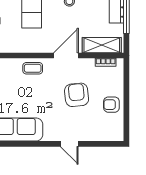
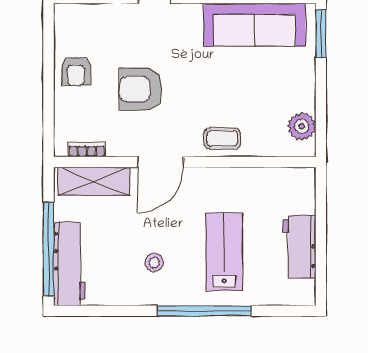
armchair: (77, 95) -> (141, 89), turned 96
armchair: (111, 105) -> (76, 71), turned 90

